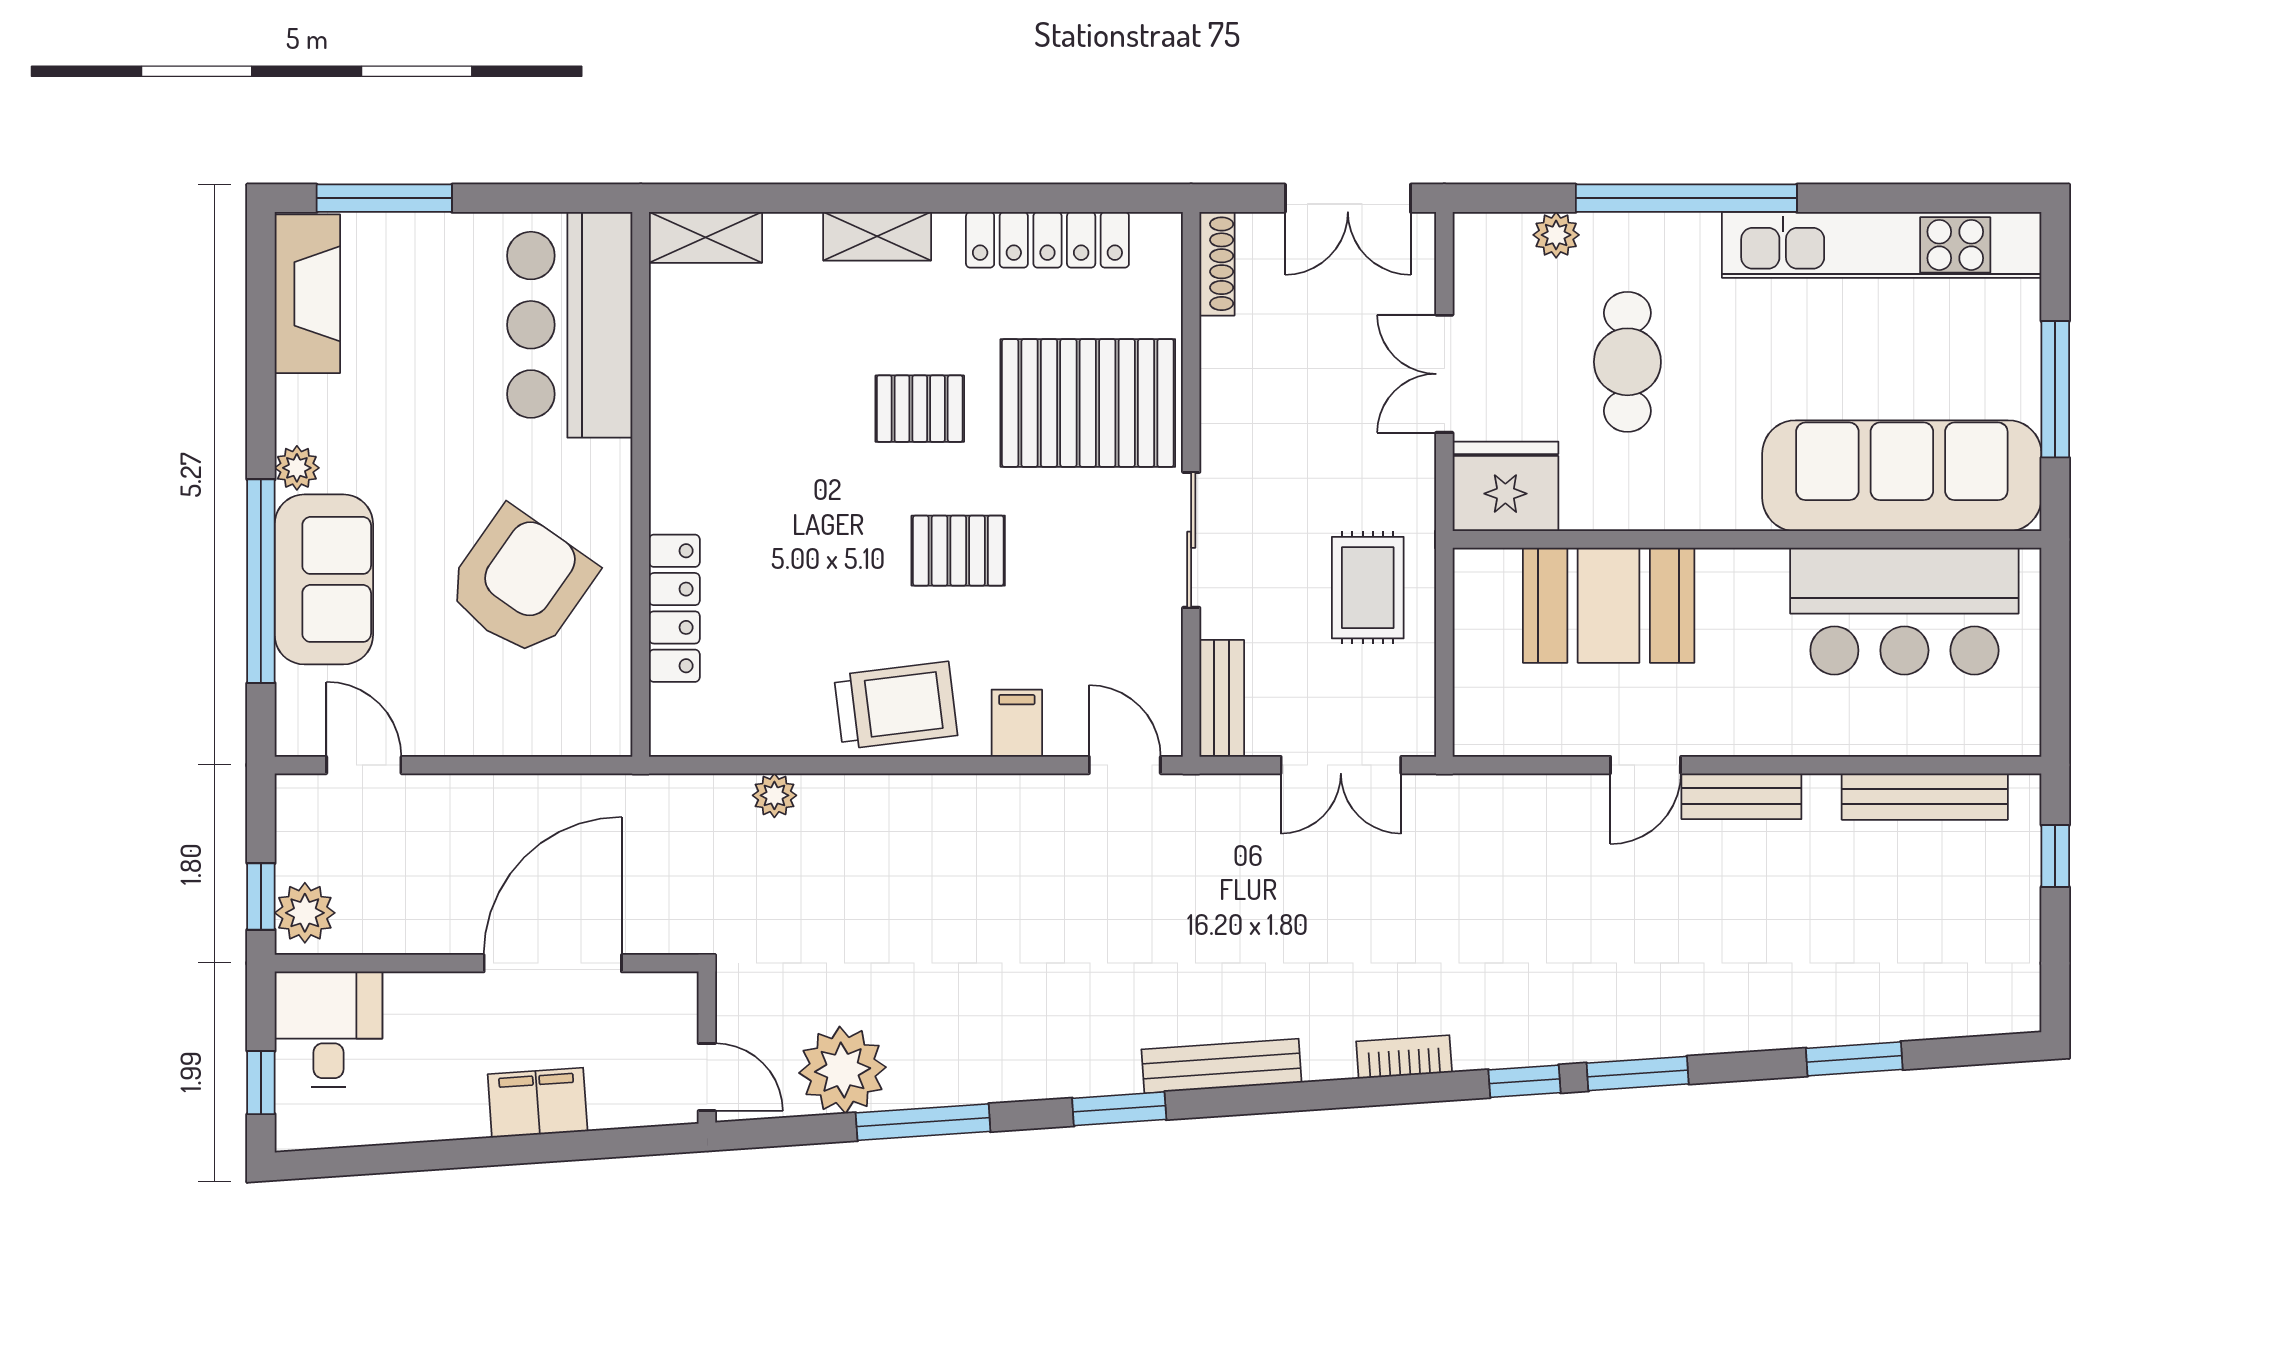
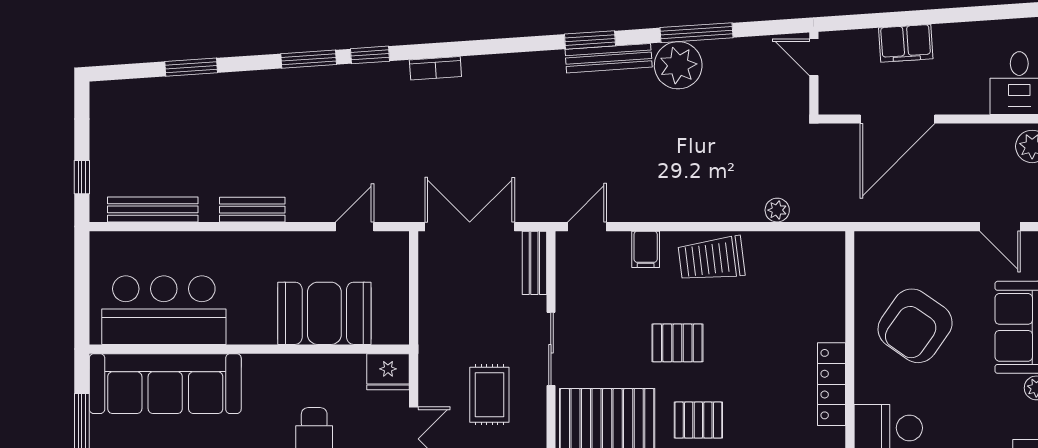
fridge: (1505, 486) -> (388, 372), width x0.73, depth x0.75
rug: (1368, 588) -> (489, 395), moved
locker: (674, 608) -> (832, 384), moved
door: (1125, 765) -> (587, 227), swing flipped
double door: (1341, 765) -> (470, 227), width x1.37
door: (1646, 765) -> (355, 227), moved
bench: (1221, 1066) -> (609, 58), moved
plant: (843, 1070) -> (678, 65), moved

